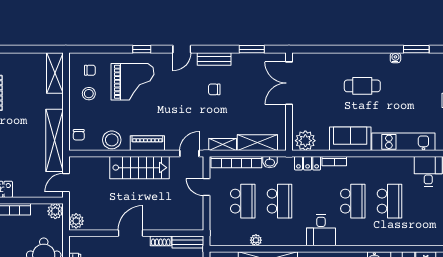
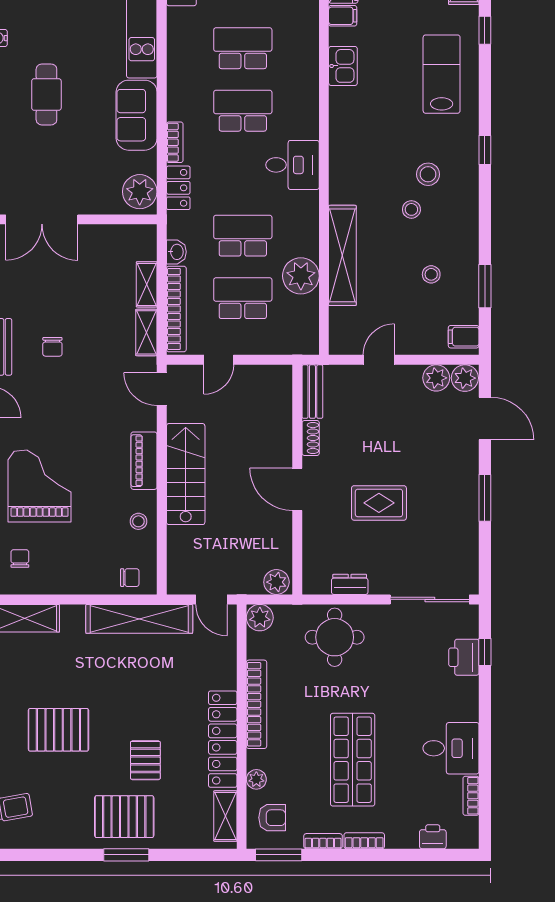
stool: (89, 94) -> (60, 560), removed
stool: (112, 140) -> (138, 521), width x0.53, depth x0.53
shelving: (257, 143) -> (147, 284), width x0.67, depth x0.75
plant: (256, 240) -> (301, 276), width x1.87, depth x1.87

